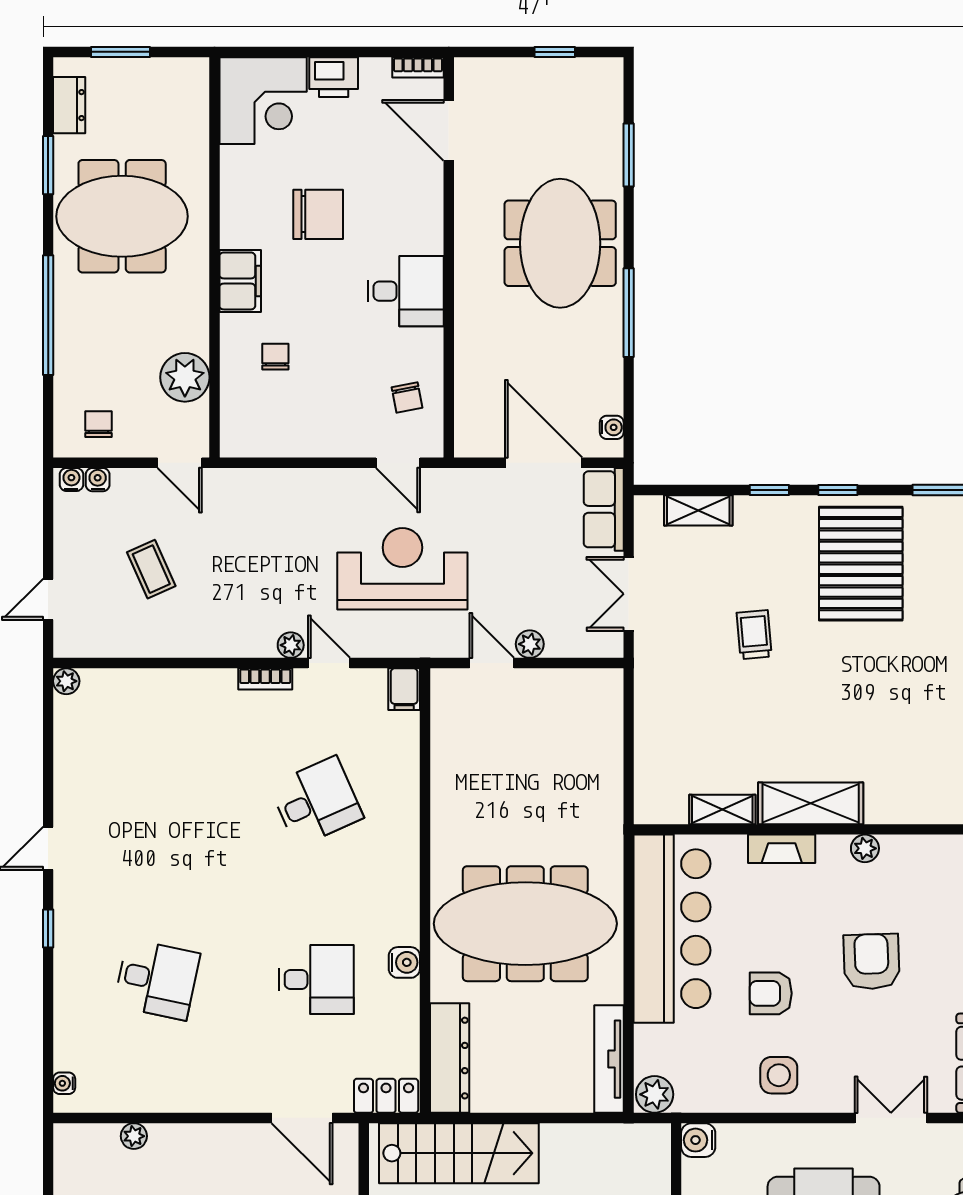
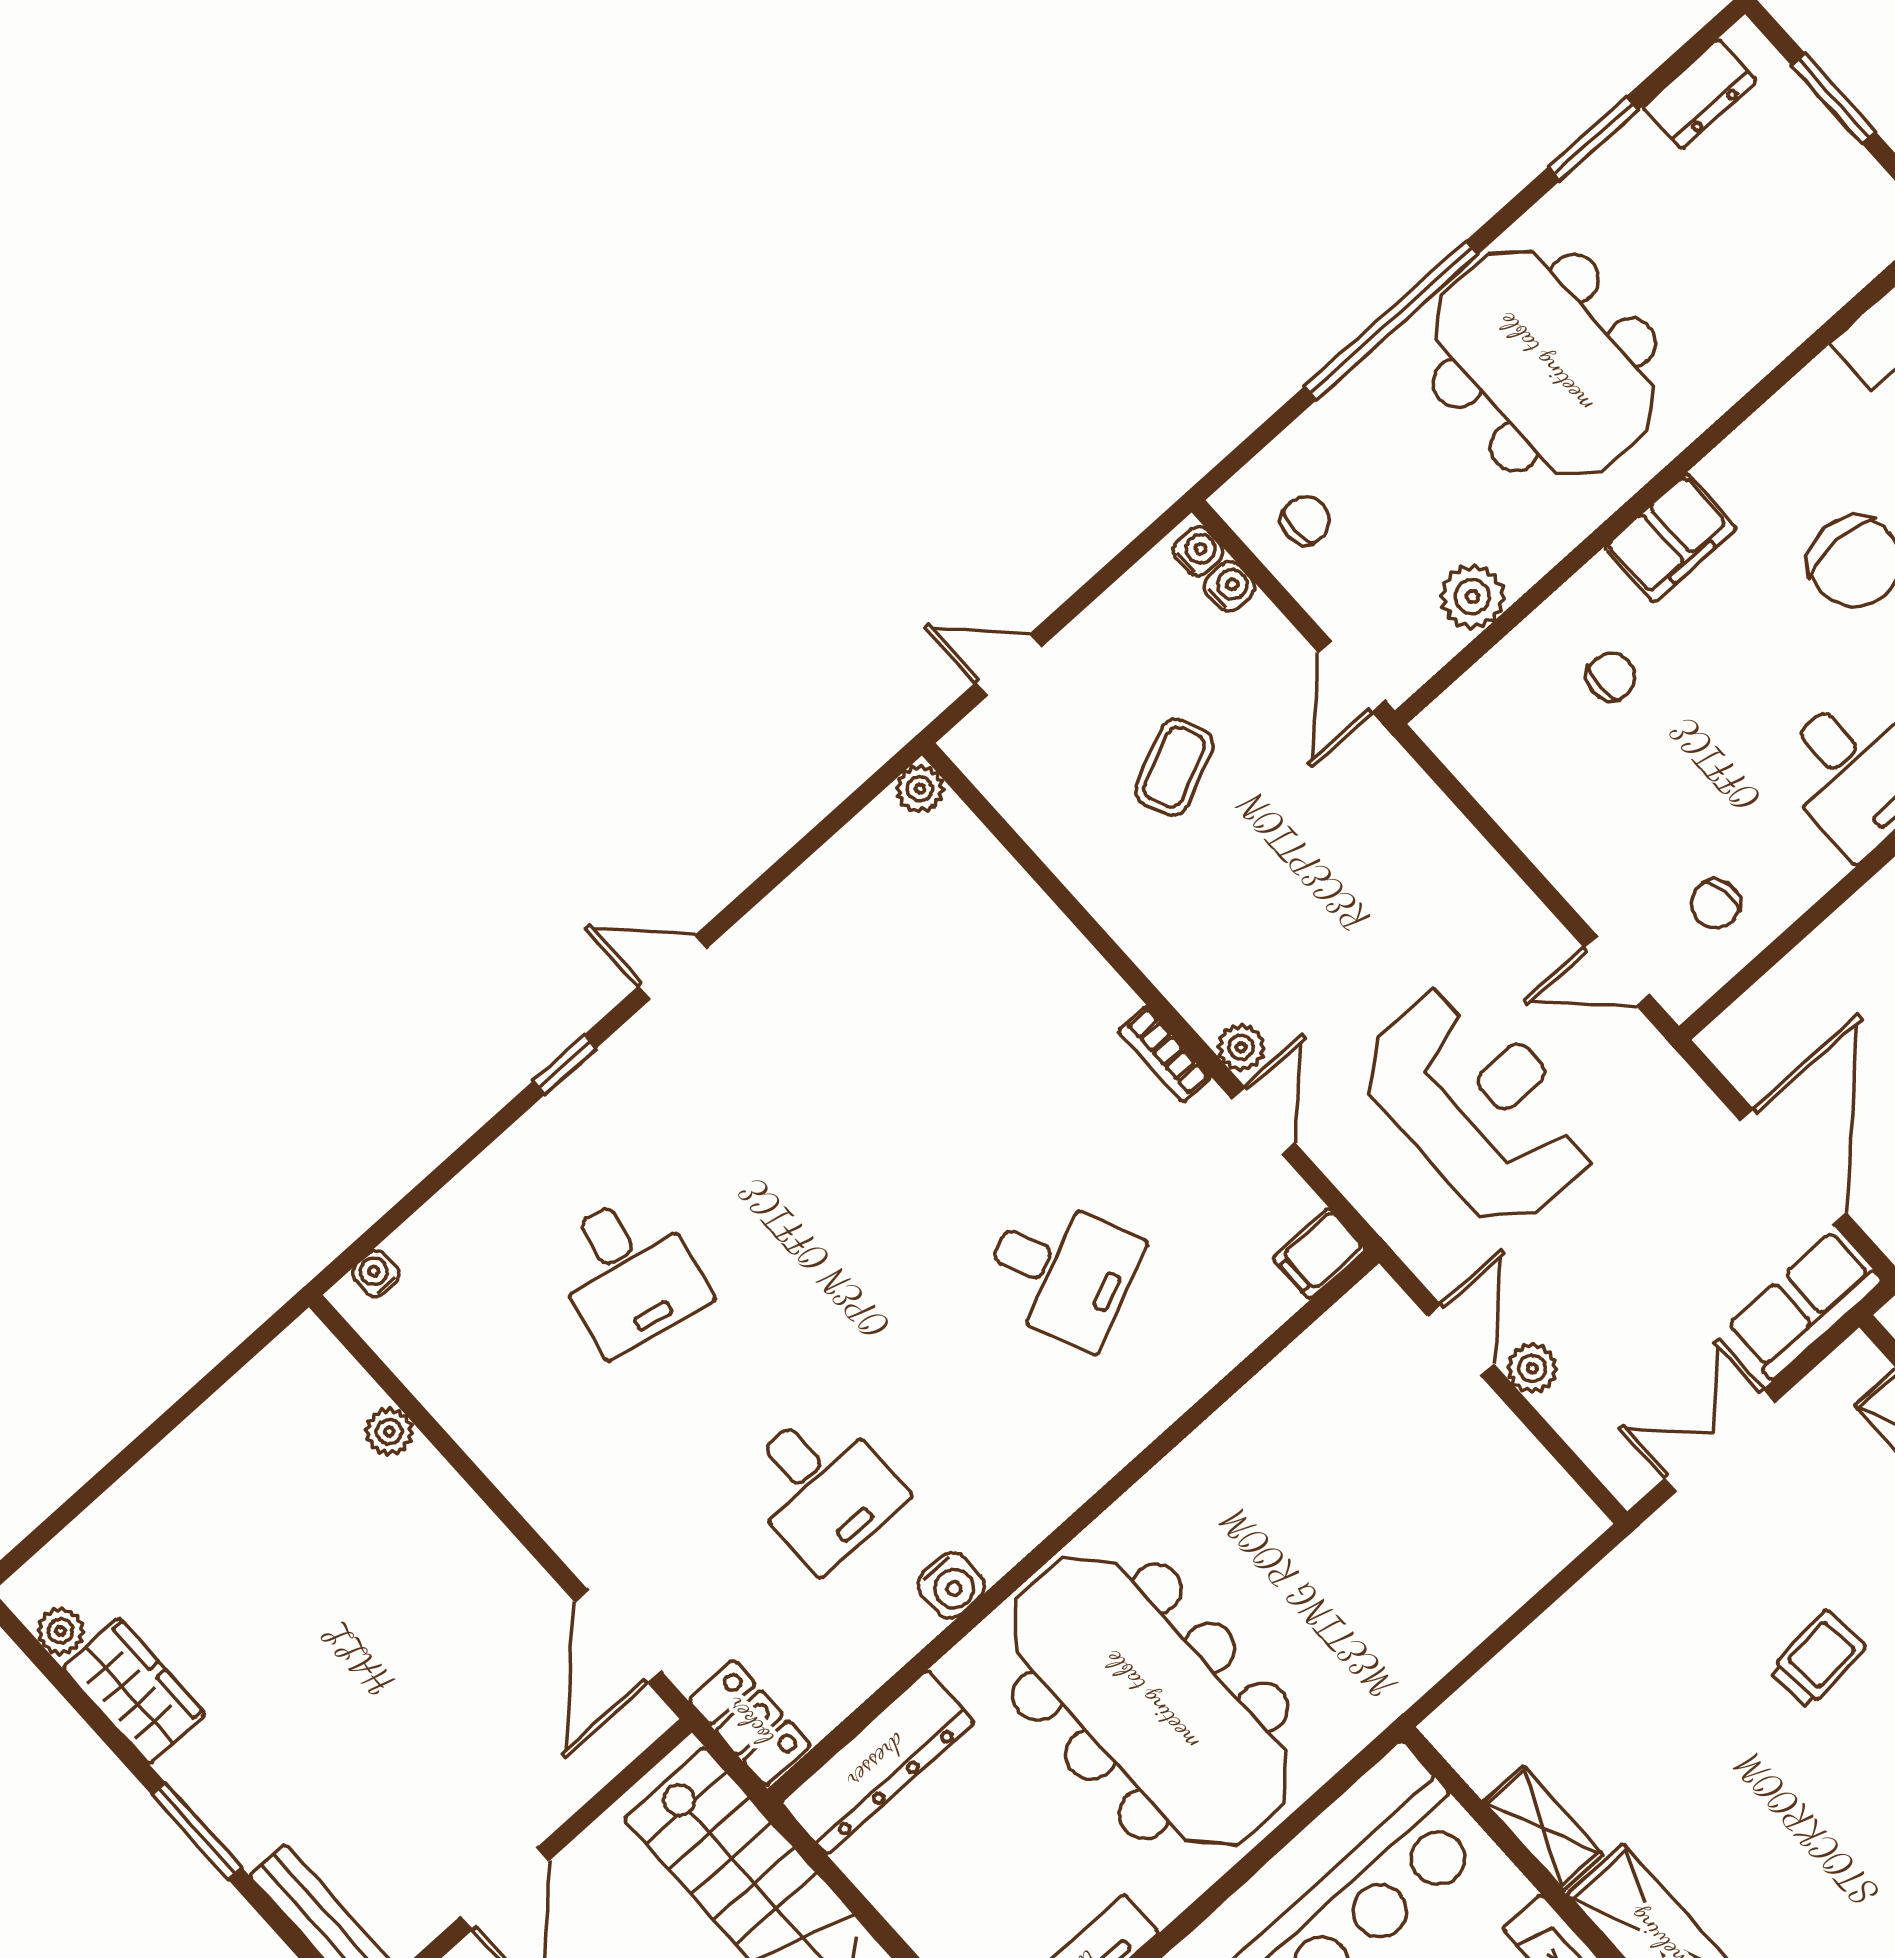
meeting table: (122, 216) -> (1544, 363), moved
plant: (185, 377) -> (1472, 597), width x0.73, depth x0.73
door: (398, 463) -> (1617, 971), hinge flipped

